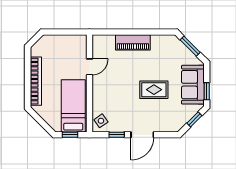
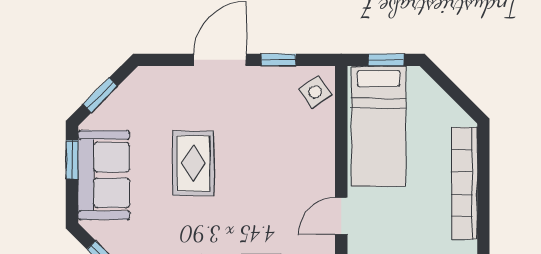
rug: (154, 90) -> (193, 163), turned 90

